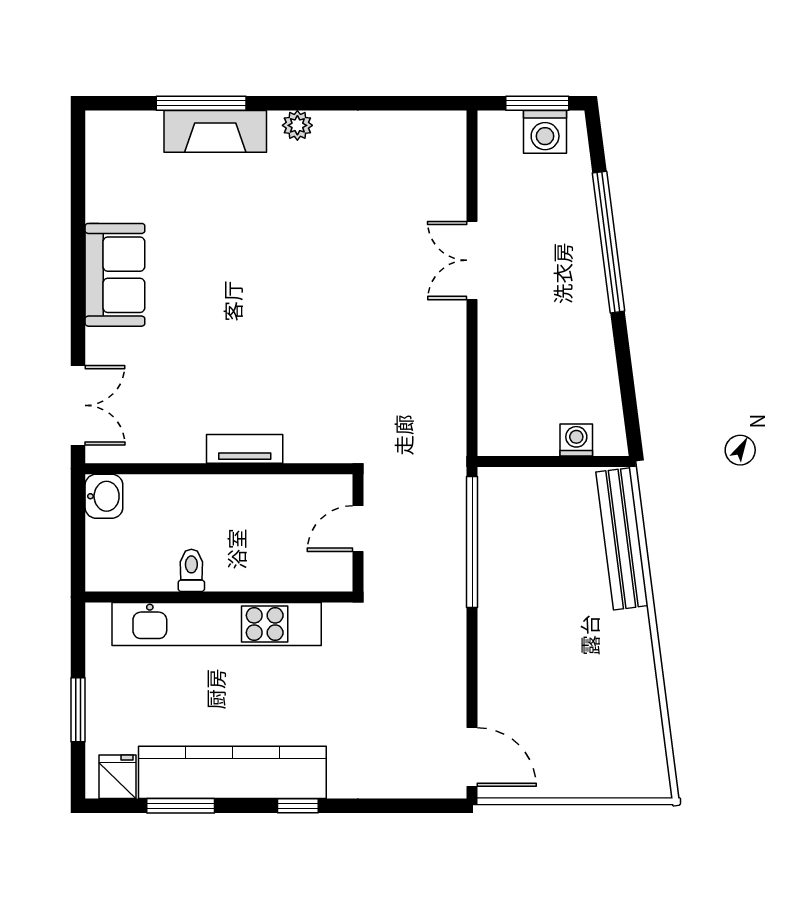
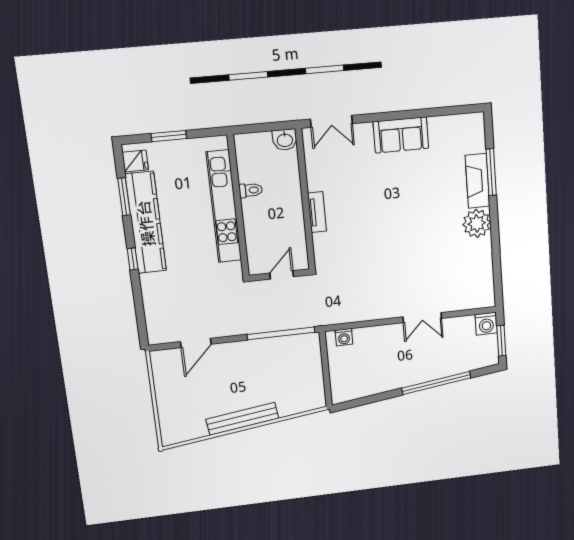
plant: (297, 125) -> (477, 223), width x1.88, depth x1.88
washing machine: (545, 132) -> (486, 324), moved, turned -90
double door: (472, 260) -> (422, 318), swing flipped
washing machine: (576, 440) -> (344, 337), moved, turned 90
door: (358, 529) -> (282, 275), hinge flipped
bench: (622, 539) -> (242, 419), moved
door: (472, 757) -> (196, 343), moved

